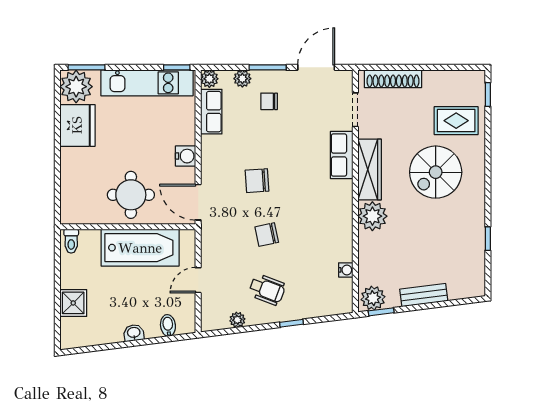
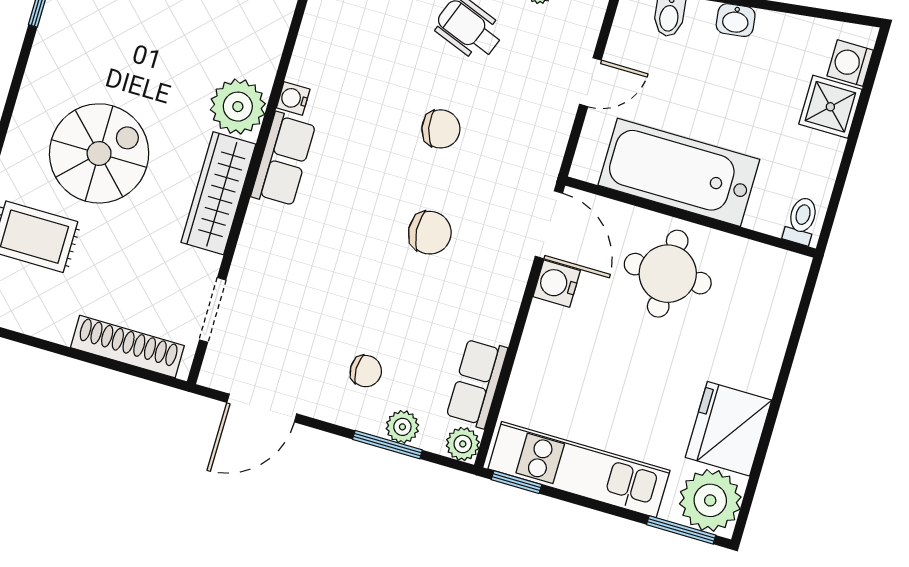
window: (268, 67) -> (387, 445), moved
row of seats: (342, 155) -> (283, 160), moved
water cooler: (185, 156) -> (557, 284), moved
water cooler: (346, 270) -> (293, 98), moved
washing machine: (70, 328) -> (850, 63), added

